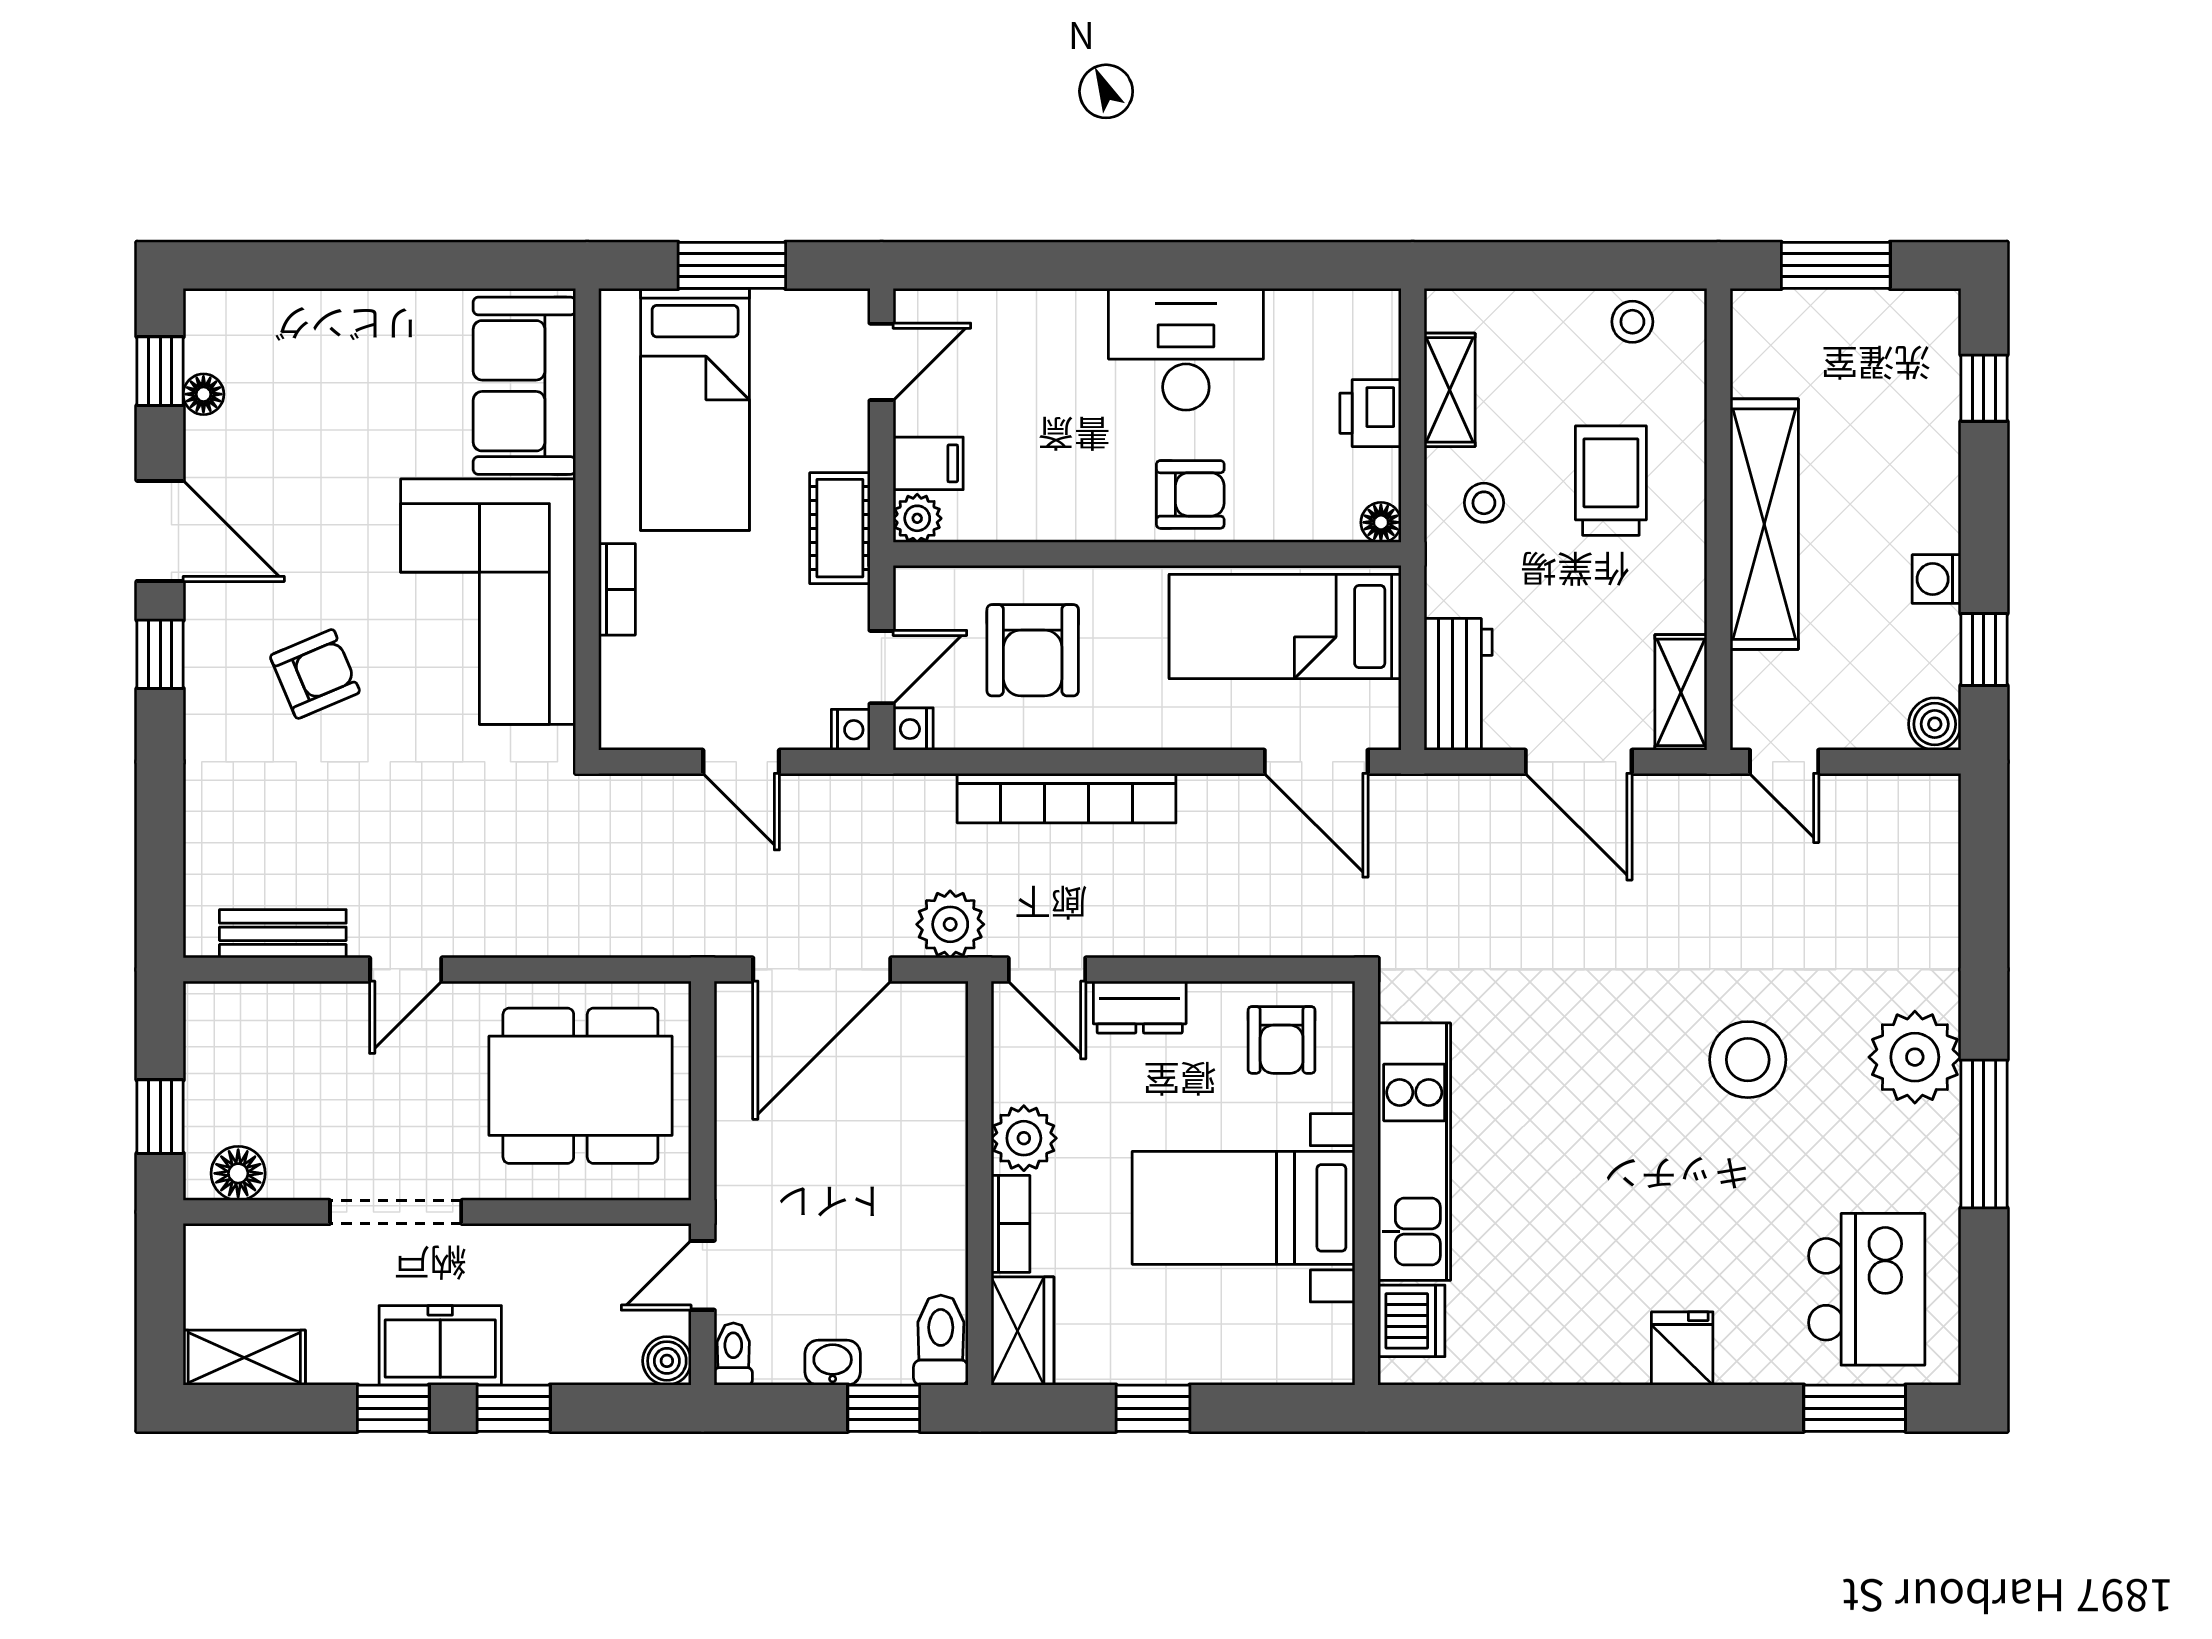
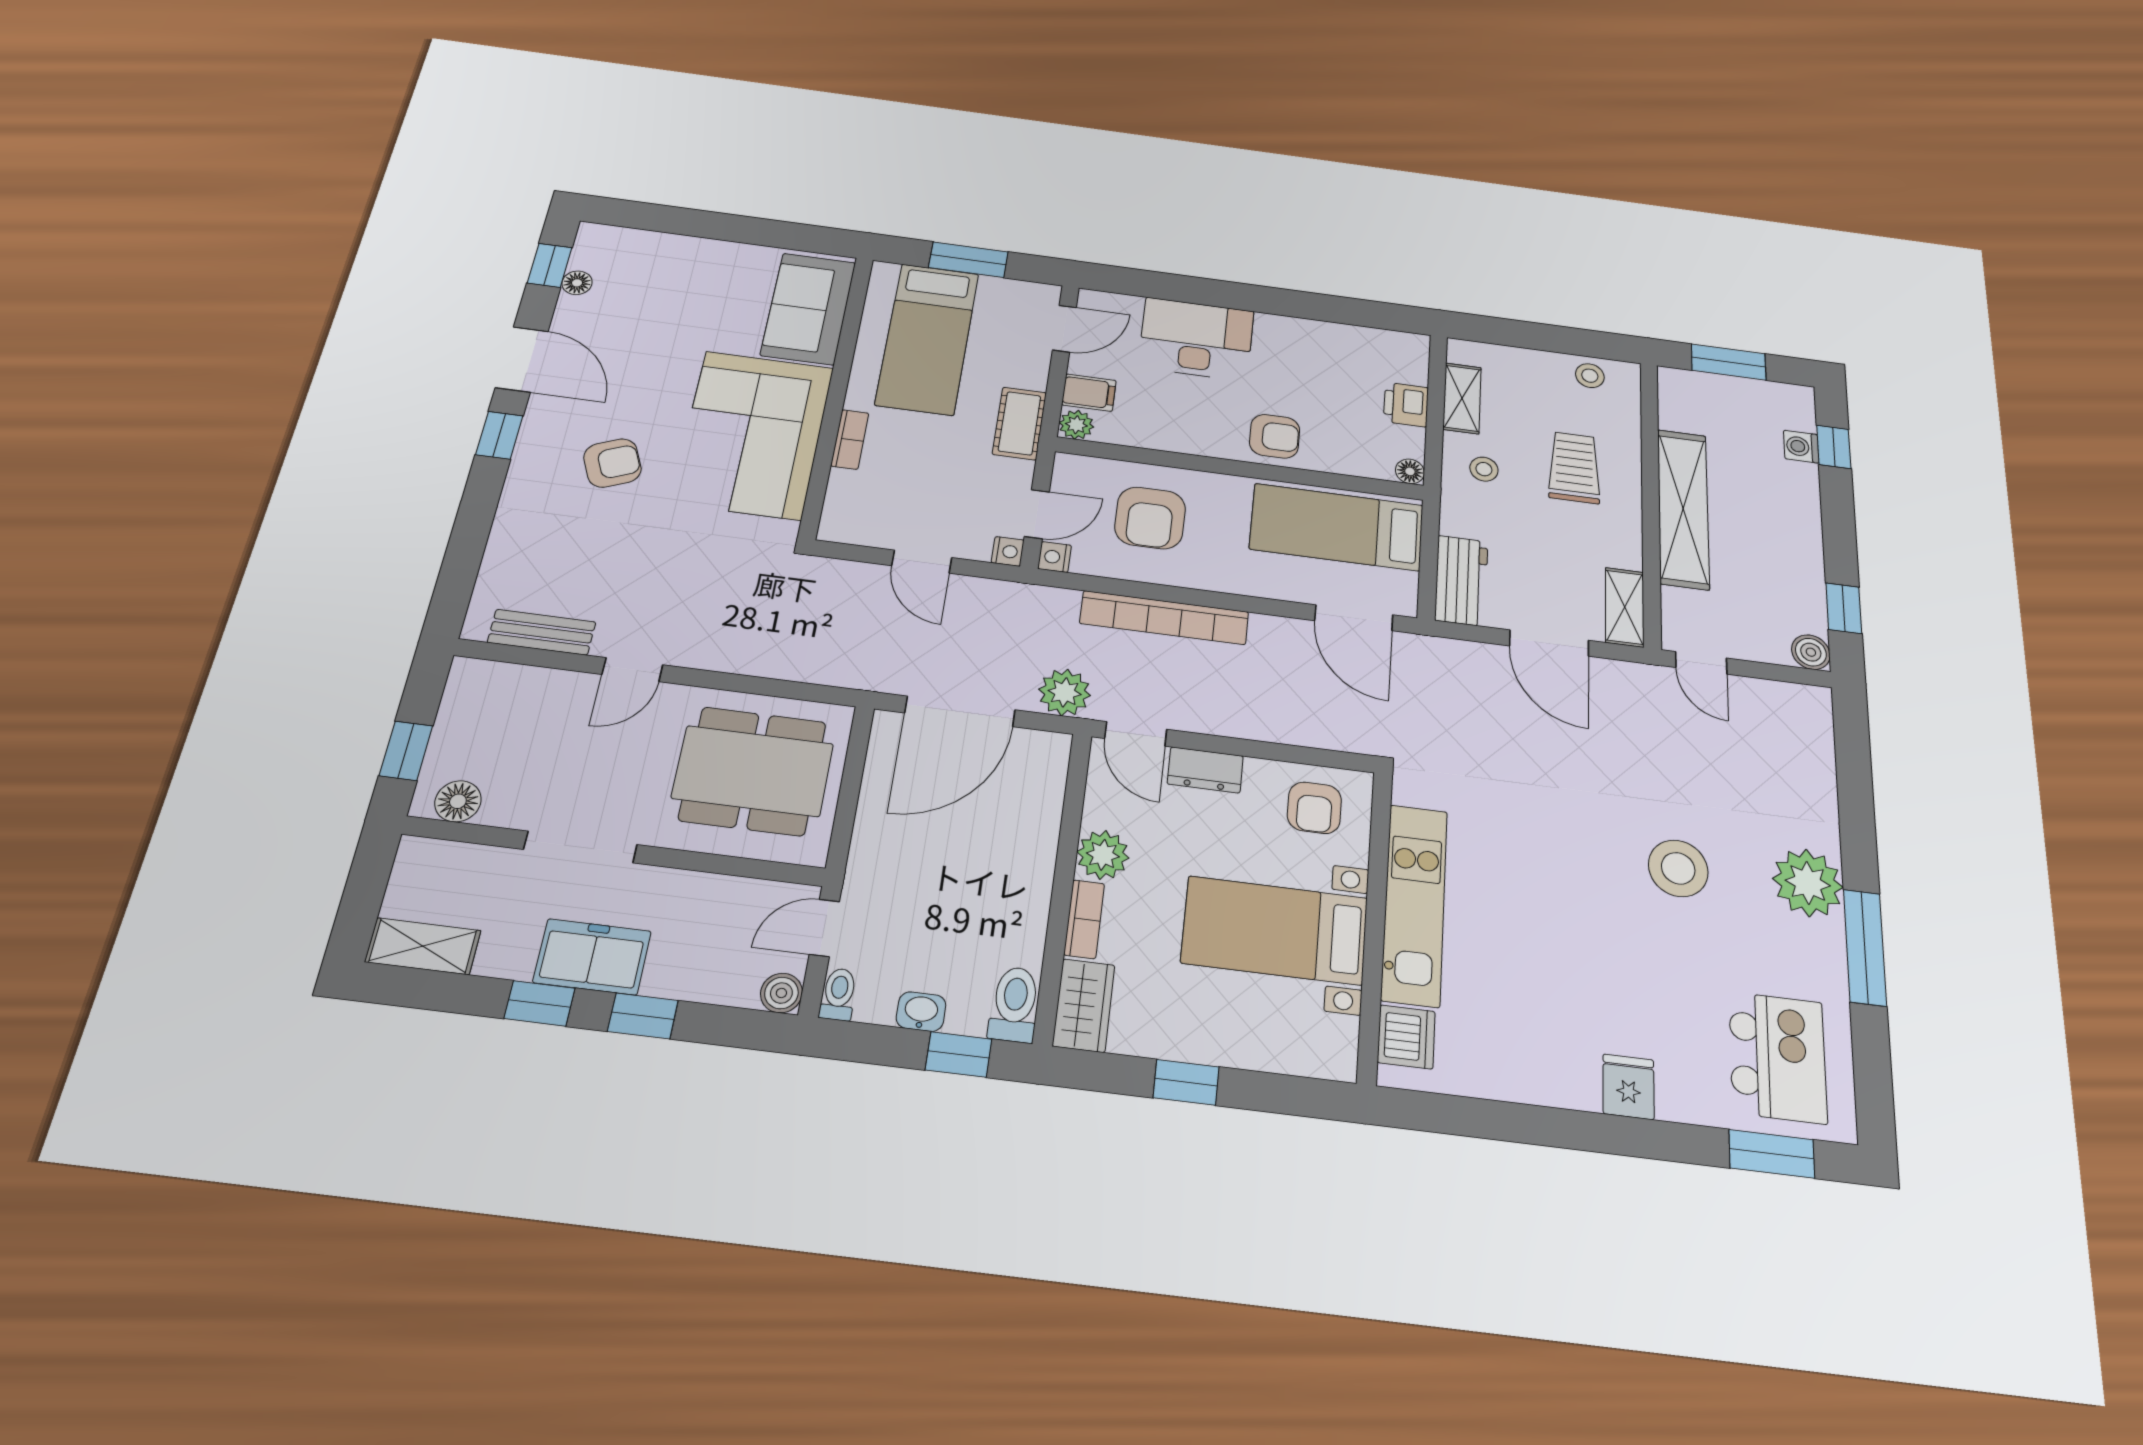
desk: (1186, 349) -> (1196, 339), moved
washing machine: (1937, 579) -> (1801, 447), moved

